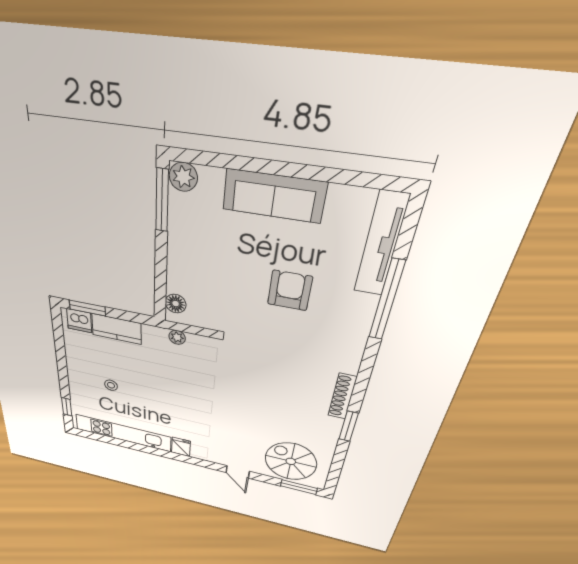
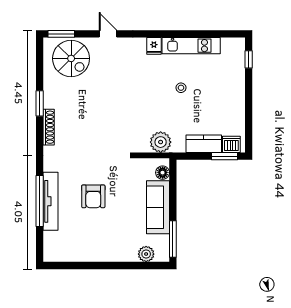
plant: (183, 177) -> (146, 254), moved
sofa: (274, 196) -> (158, 207), moved, turned -90
tv unit: (381, 245) -> (51, 201), moved
plant: (177, 337) -> (161, 142), width x1.88, depth x1.88
stool: (111, 385) -> (181, 88), moved
kitchen unit: (123, 433) -> (191, 46), width x0.73

